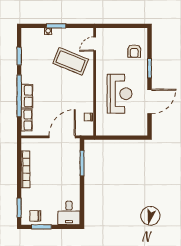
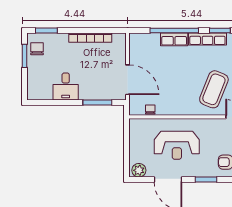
row of seats: (27, 120) -> (207, 39), moved, width x1.48
plant: (141, 127) -> (139, 170), added
desk: (69, 213) -> (66, 86), moved, turned -90

